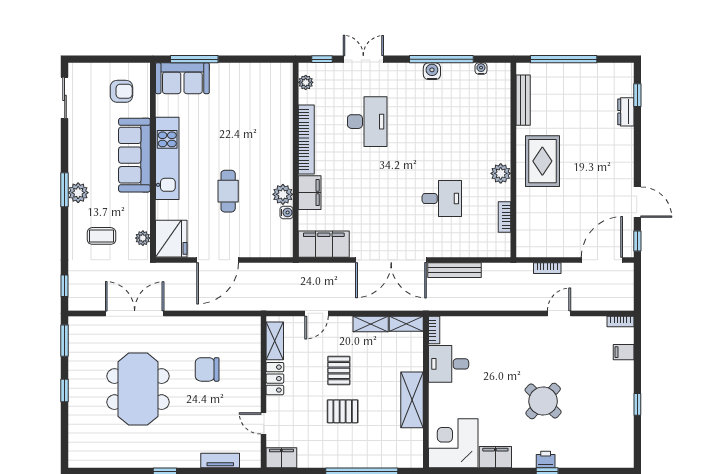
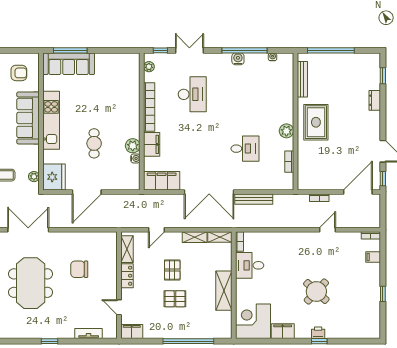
sofa: (182, 78) -> (69, 64), width x1.36
dresser: (626, 112) -> (375, 100), moved

